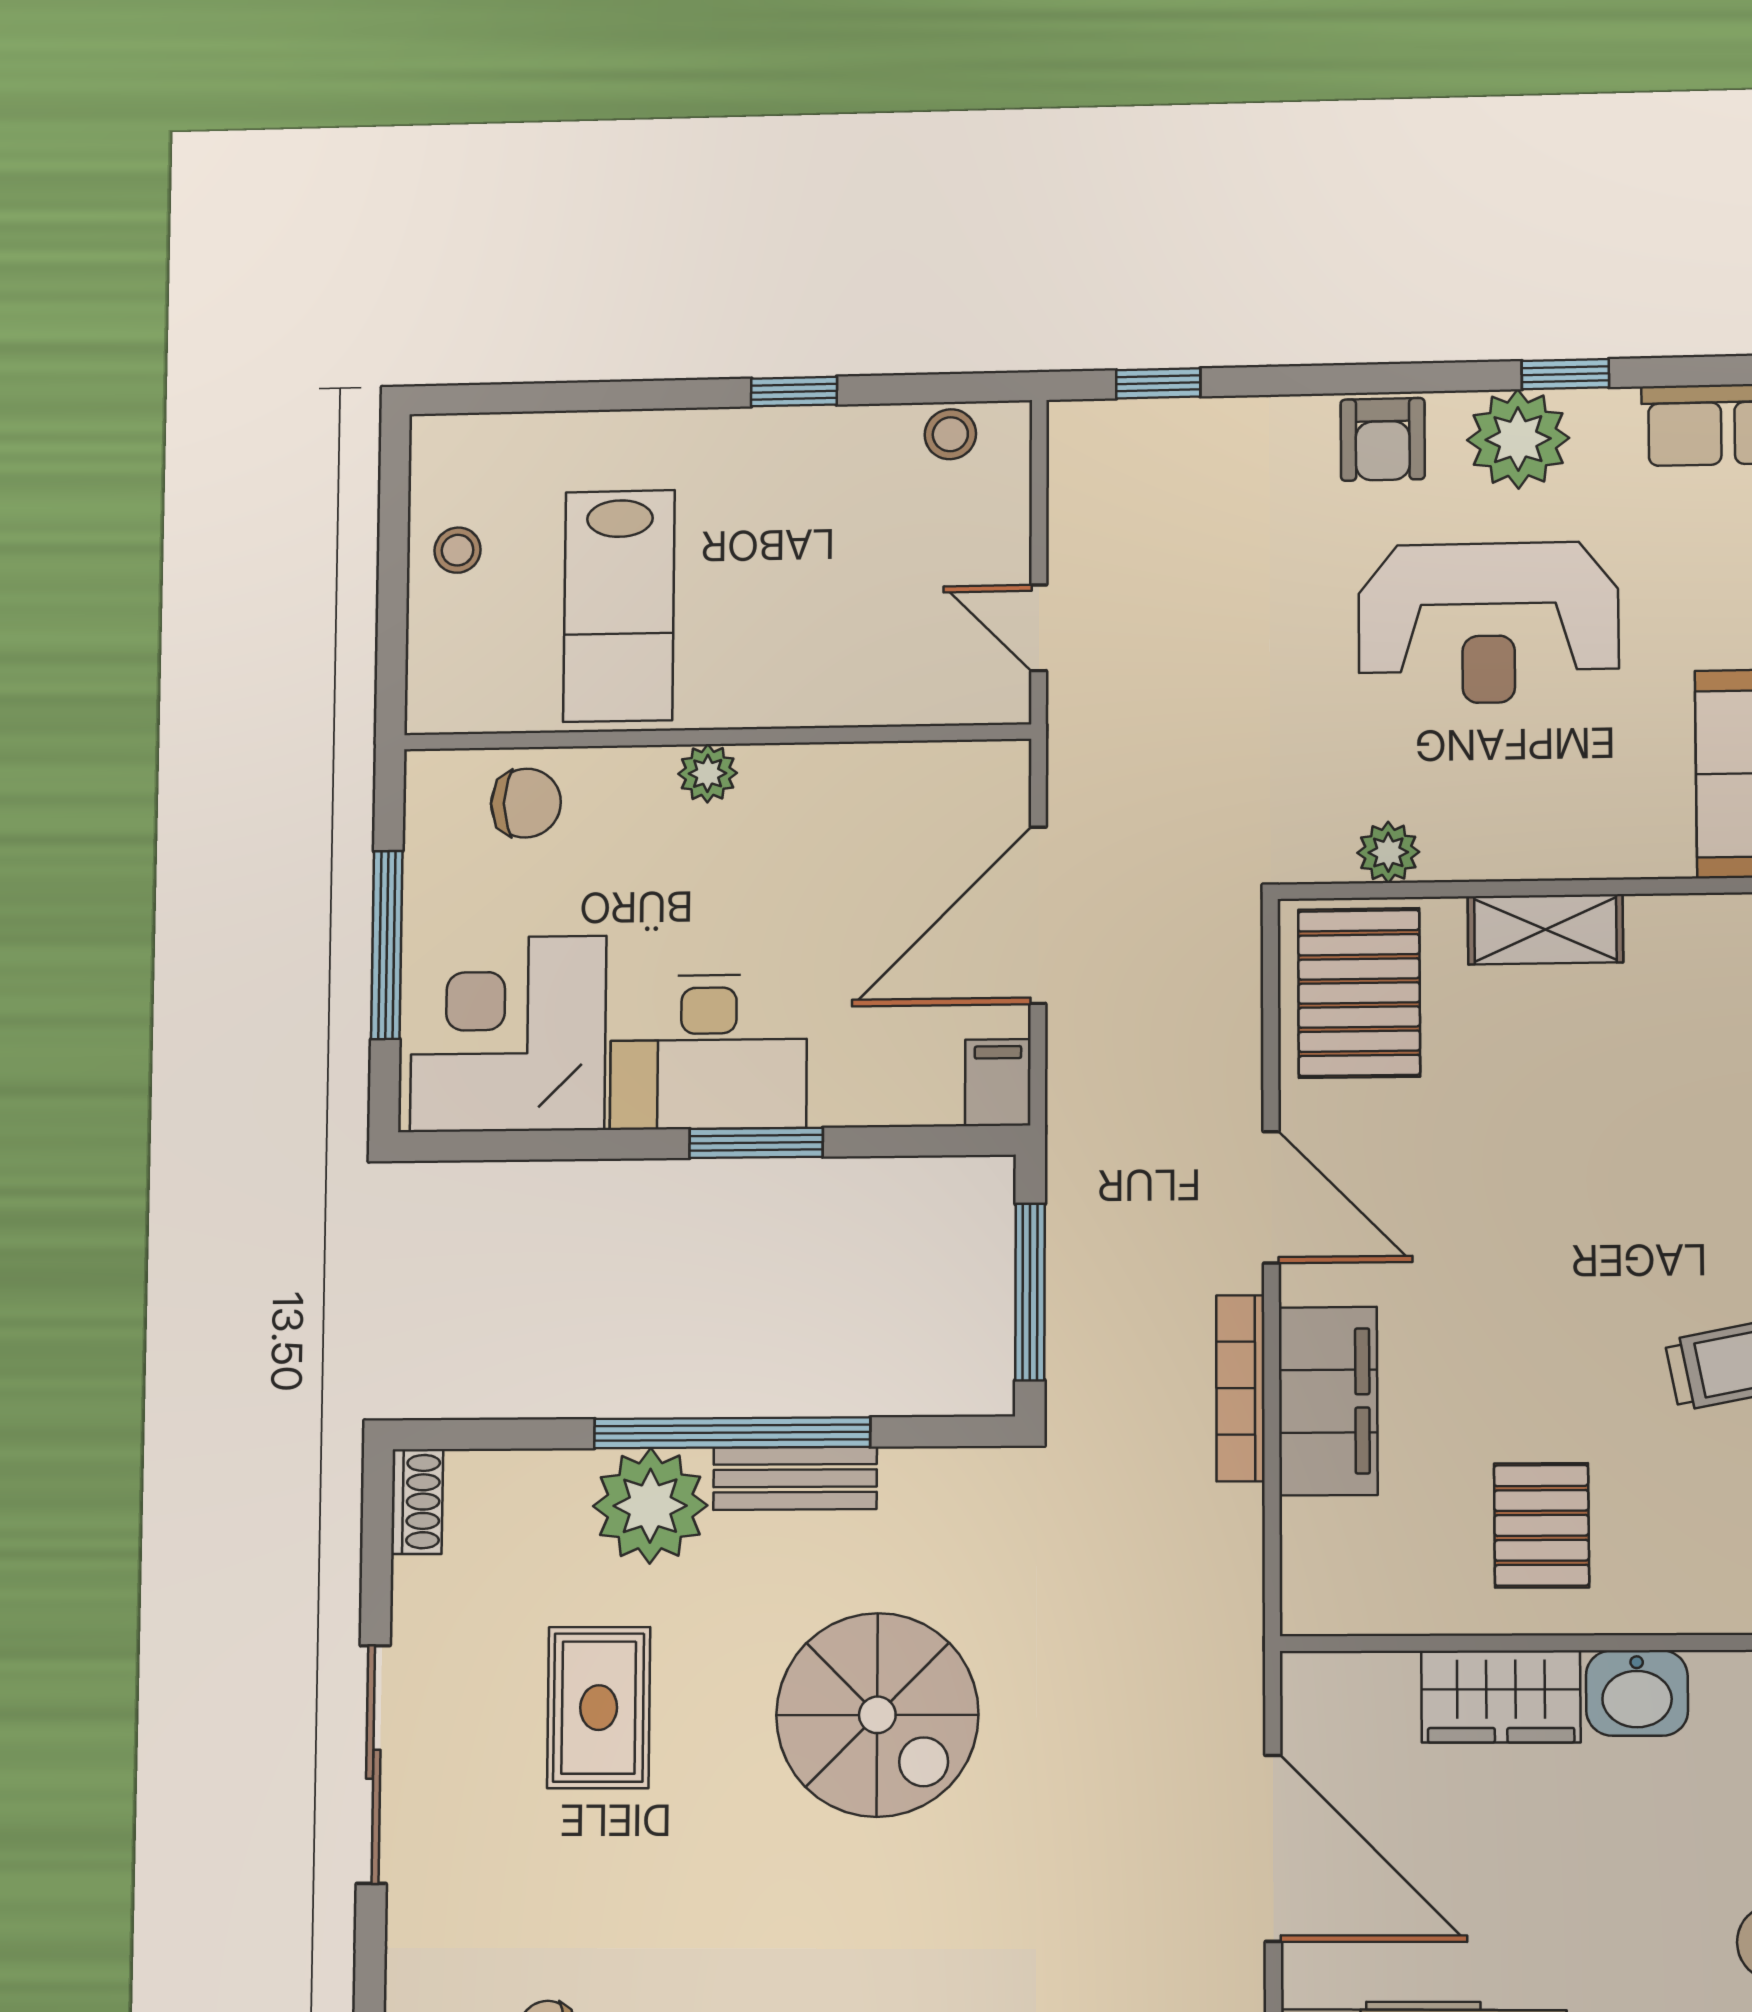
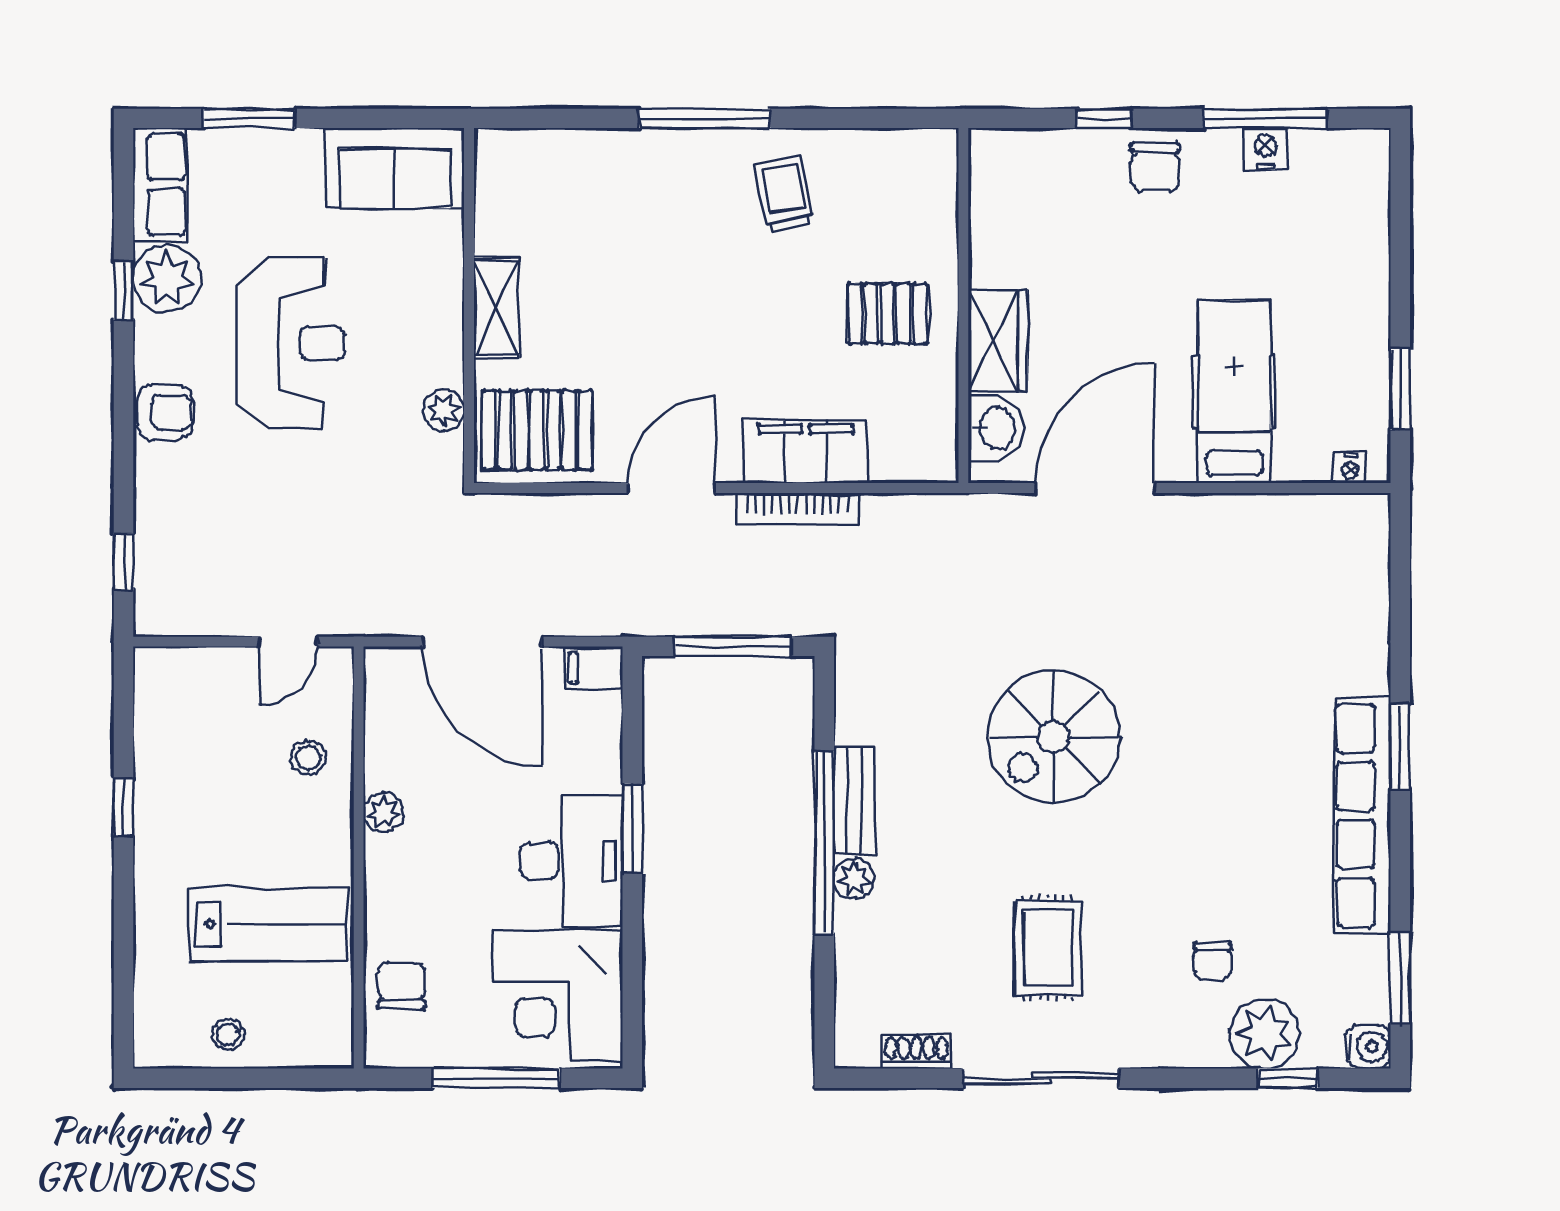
stool: (950, 434) -> (308, 758), moved
plant: (1518, 439) -> (167, 279), moved
plant: (708, 773) -> (383, 812), moved
shoe rack: (417, 1502) -> (916, 1052), moved
plant: (650, 1506) -> (854, 879), width x0.53, depth x0.53
washbasin: (1637, 1693) -> (996, 428), moved
rug: (599, 1708) -> (1048, 948), moved, turned 90
spiral stairs: (877, 1715) -> (1054, 737), moved, turned 180

